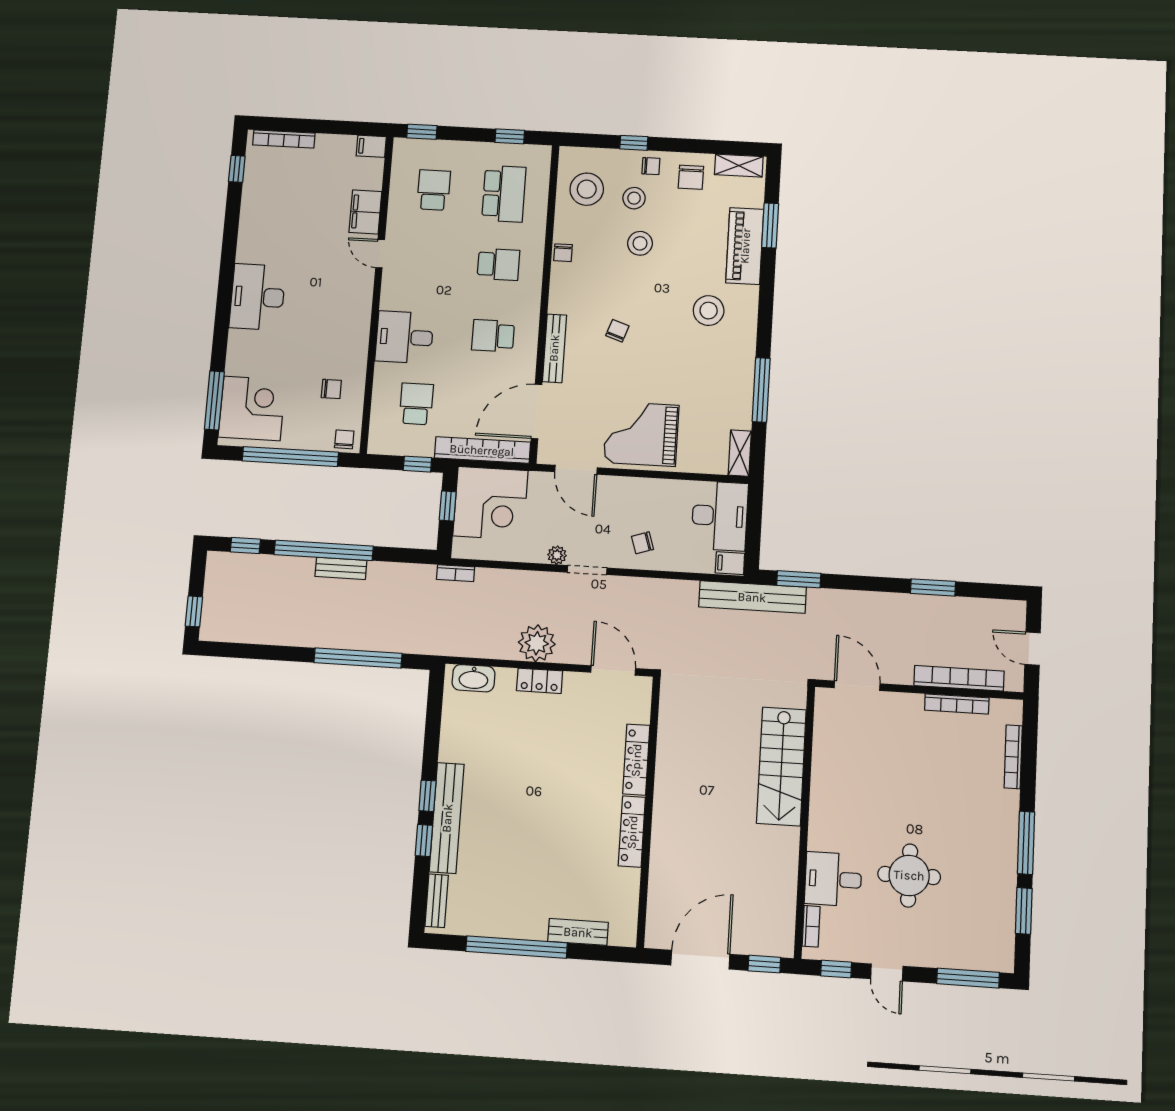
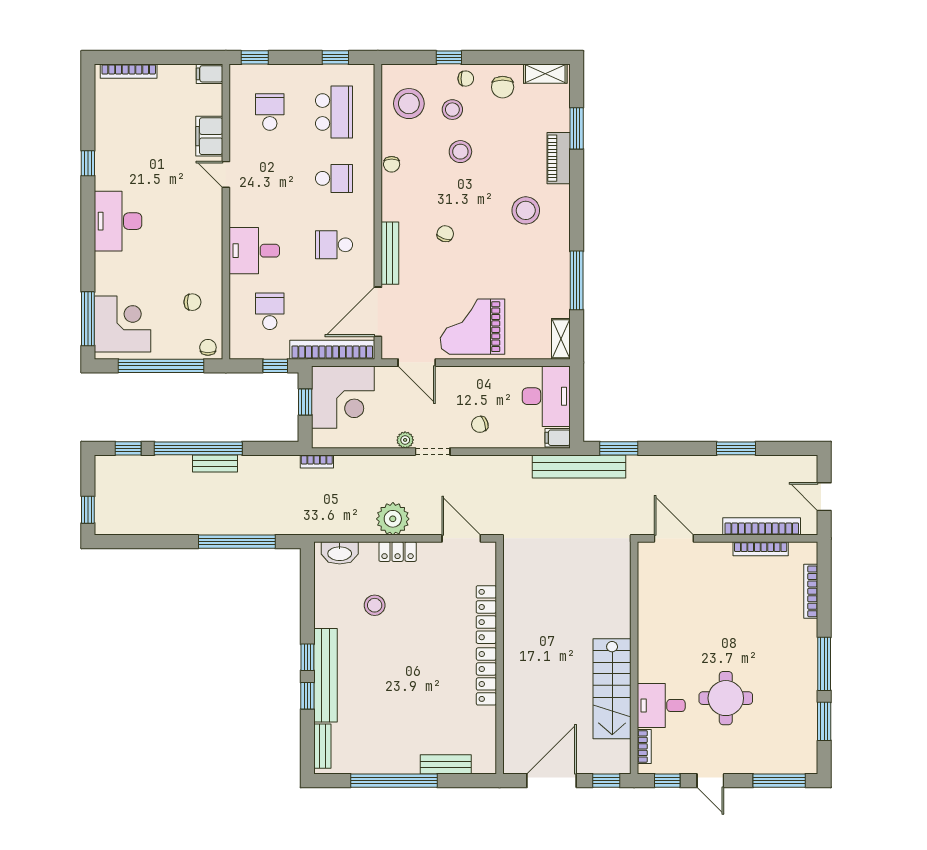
window: (237, 169) -> (88, 163), moved
piano: (745, 246) -> (559, 158), width x0.73, depth x0.75
stool: (509, 741) -> (375, 605), added
stairs: (781, 766) -> (612, 689), moved

